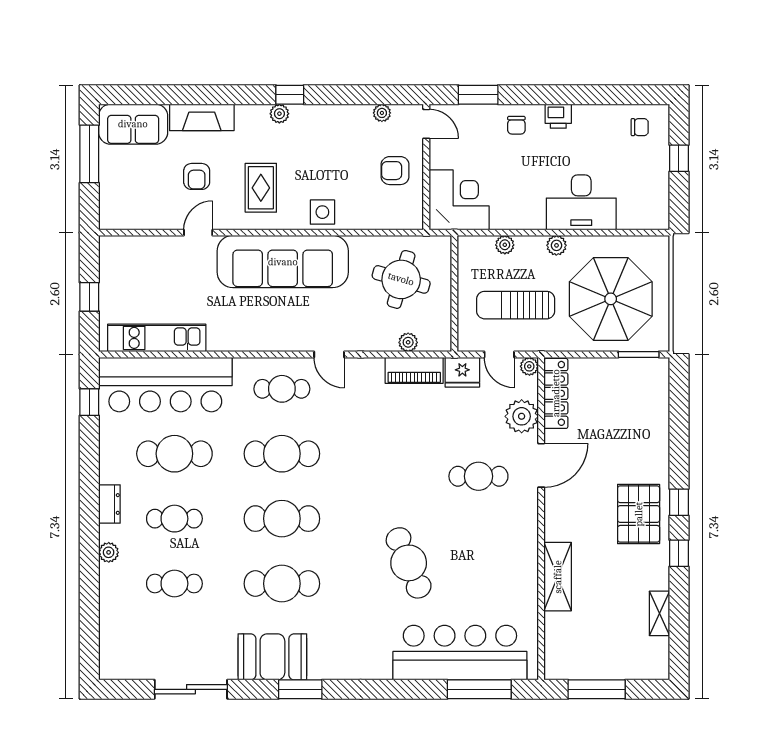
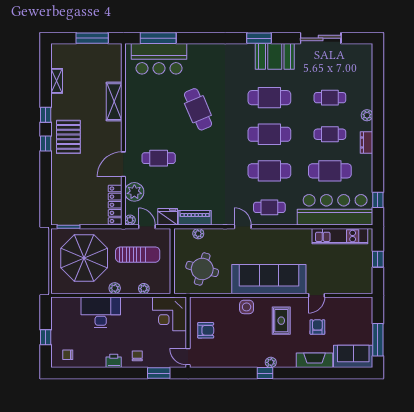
plant: (382, 113) -> (213, 363), removed
bar counter: (460, 653) -> (159, 59), width x0.73

